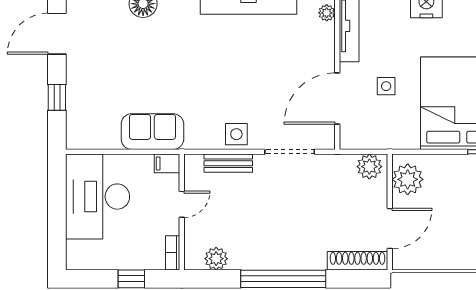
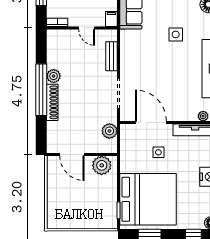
side table: (236, 134) -> (176, 34), moved
plant: (369, 167) -> (109, 131), moved
plant: (216, 259) -> (54, 76), moved
shoe rack: (358, 261) -> (52, 102), moved

